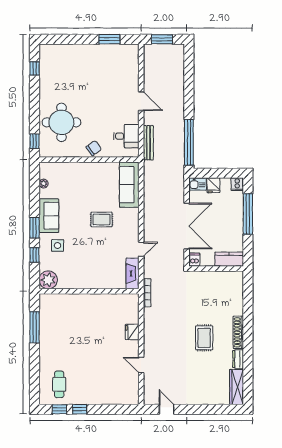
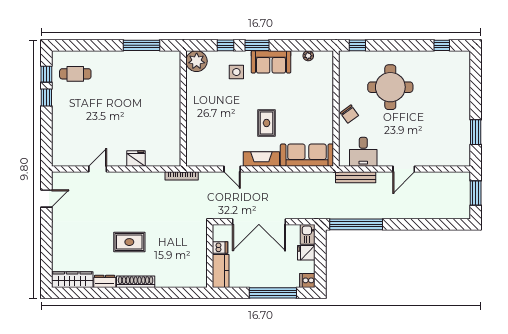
round table: (61, 122) -> (390, 87), moved
dishwasher: (195, 260) -> (220, 247), moved
fireplace: (133, 273) -> (261, 159), moved

